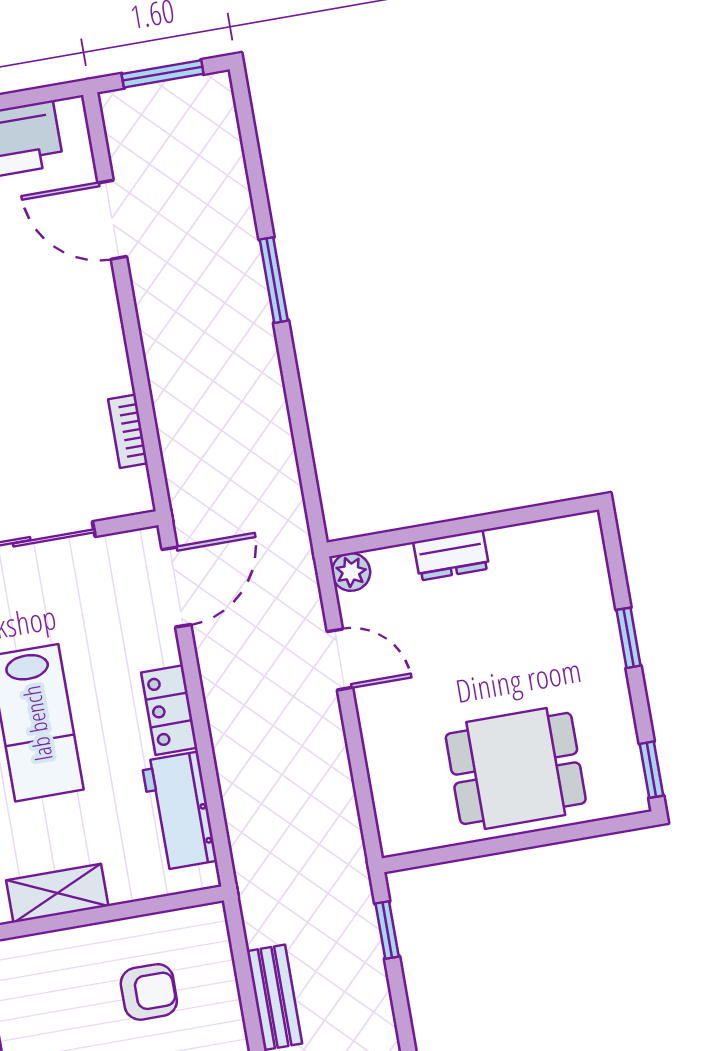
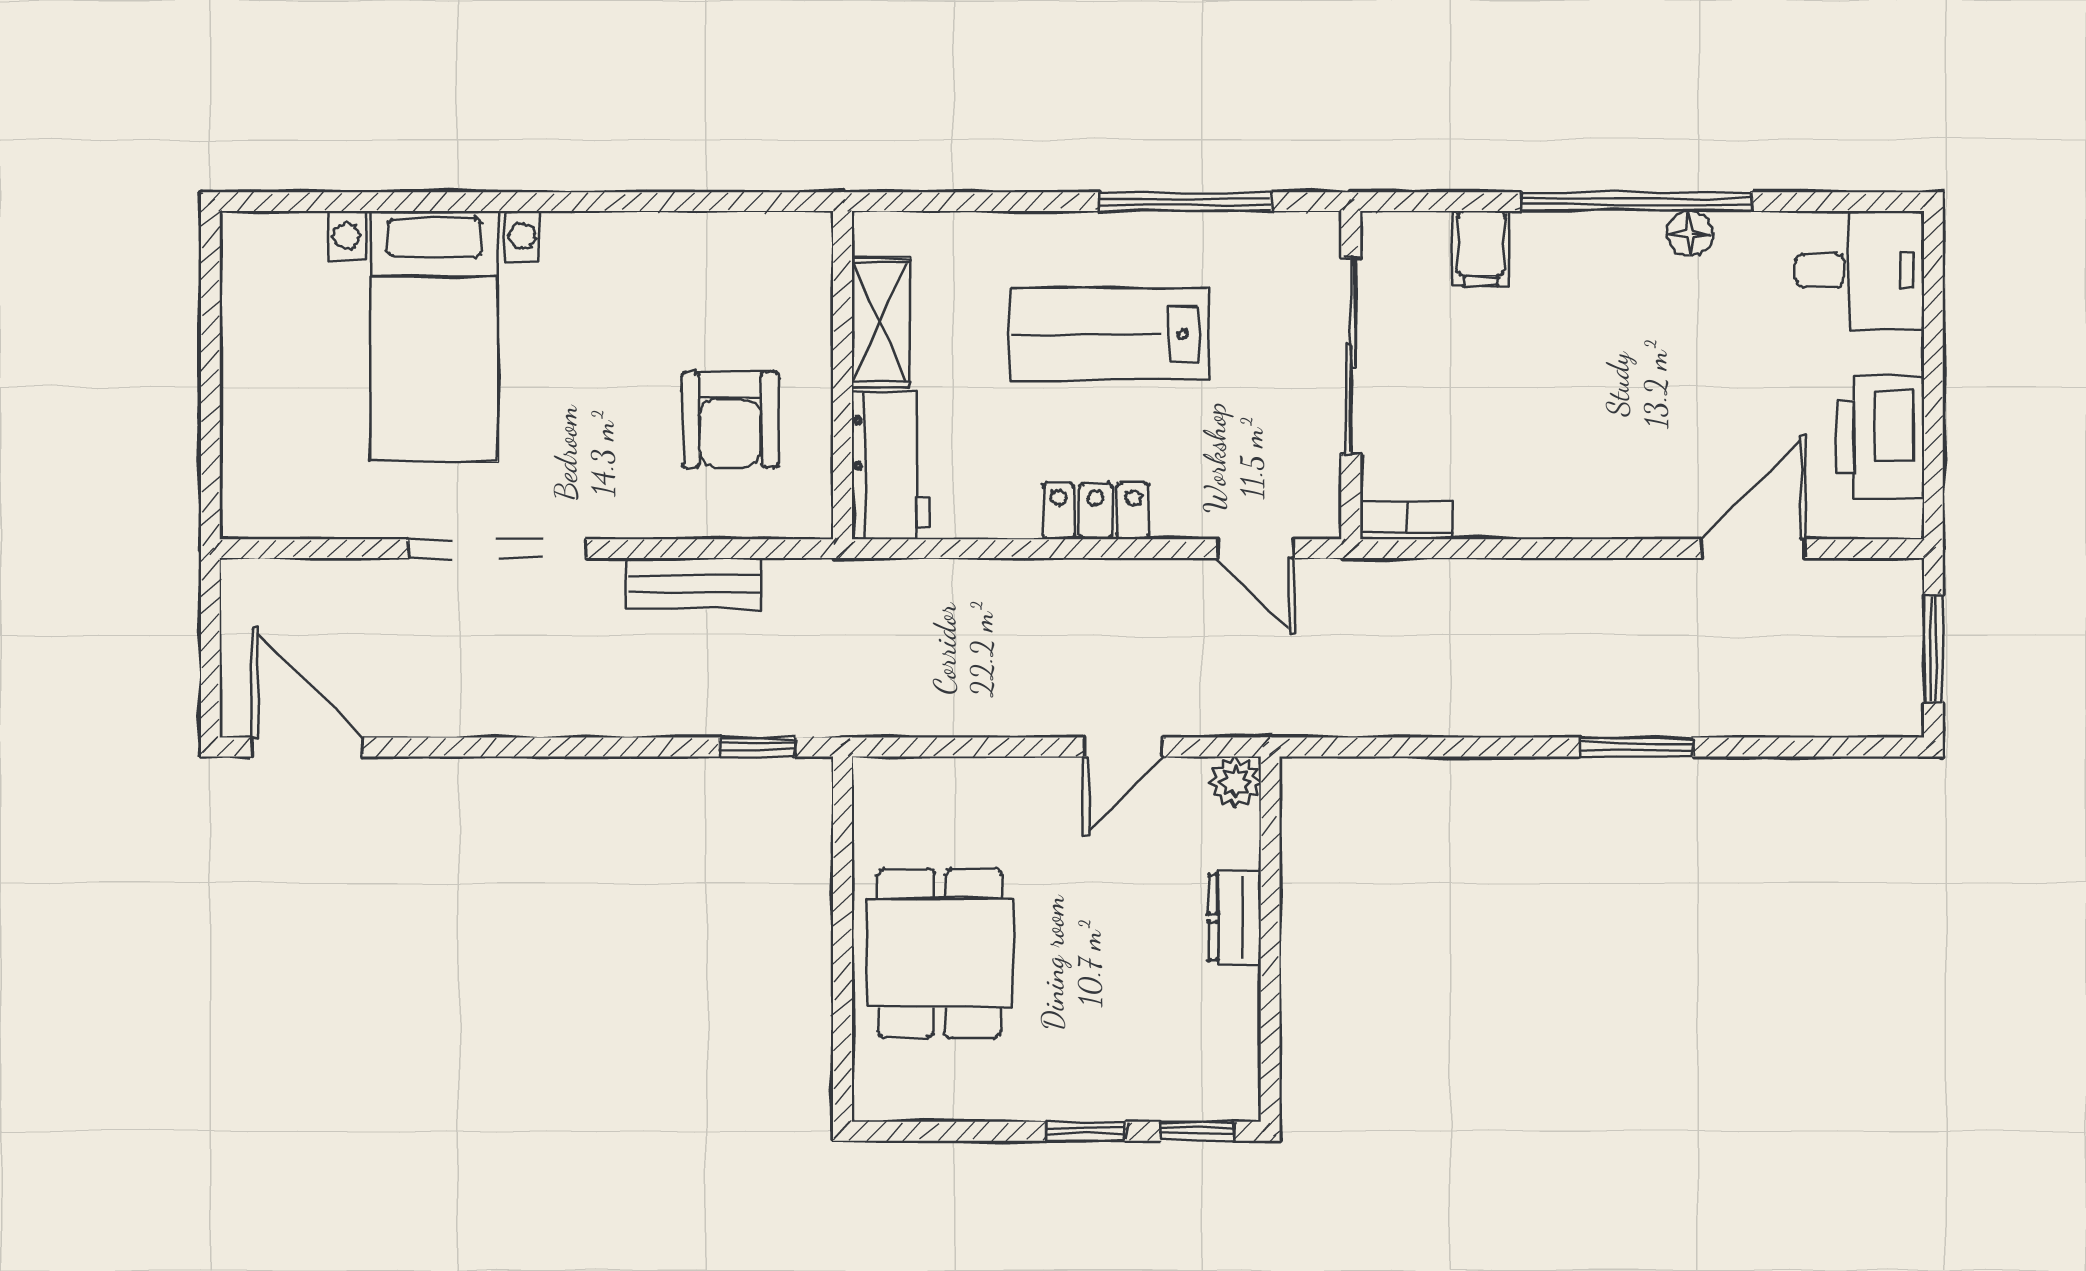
bookcase: (128, 431) -> (1407, 521), moved
door: (176, 587) -> (1256, 549), width x0.73
window: (652, 770) -> (1197, 1131), moved
workbench: (179, 811) -> (890, 465), moved, turned 90
armchair: (149, 992) -> (730, 420), width x1.38, depth x1.38

